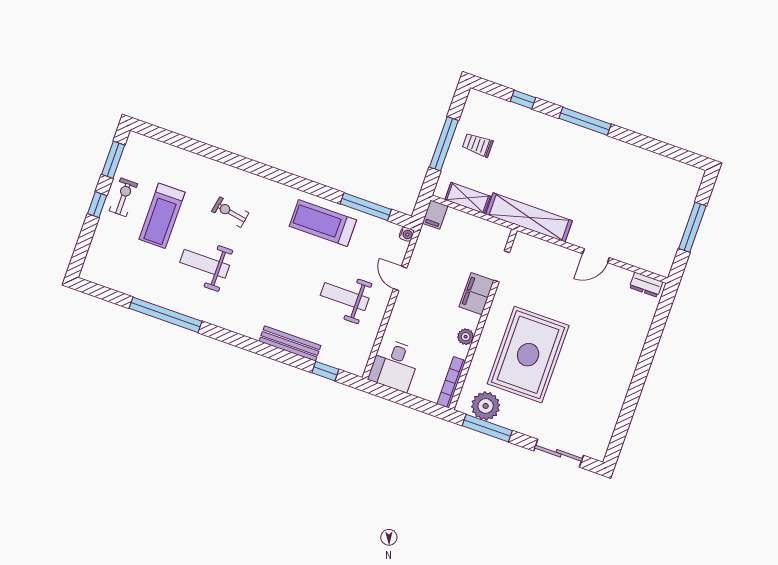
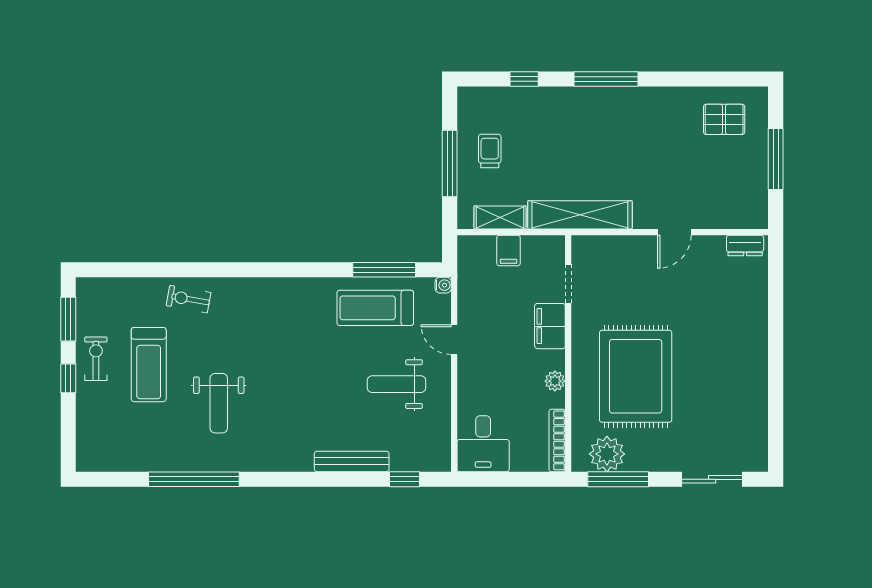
trolley: (478, 145) -> (490, 151), turned 90
pallet: (664, 183) -> (724, 119), added
exercise bike: (230, 212) -> (188, 299), moved
filing cabinet: (435, 215) -> (508, 251), moved
treadmill: (323, 223) -> (375, 308), moved
weight bench: (205, 264) -> (219, 403), turned -90

